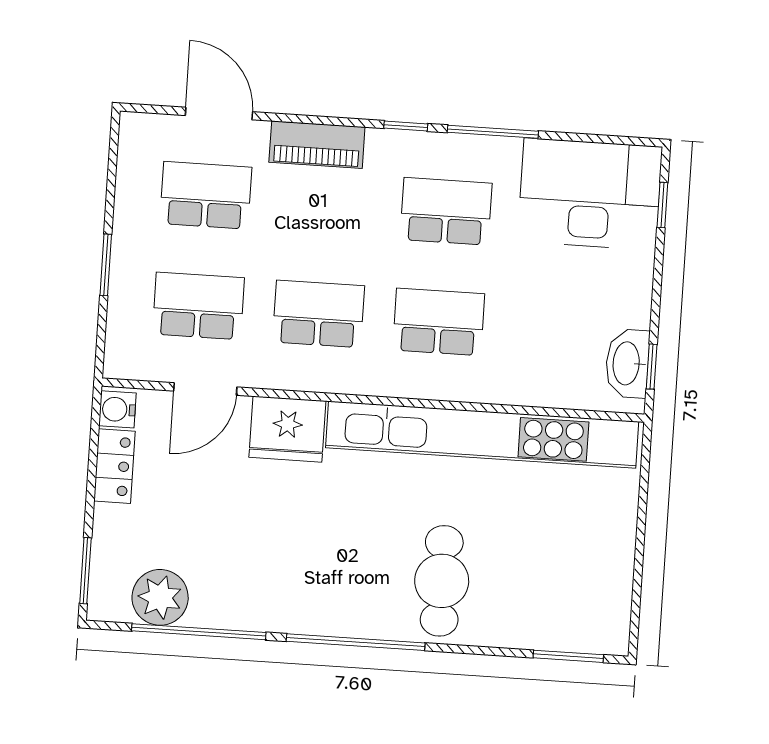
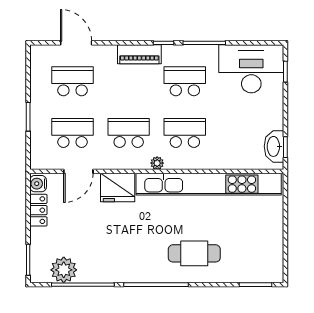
piano: (317, 145) -> (139, 54), moved
plant: (375, 382) -> (157, 163), added
cafe table: (442, 581) -> (194, 253), turned 90

